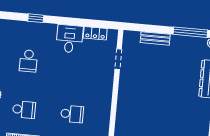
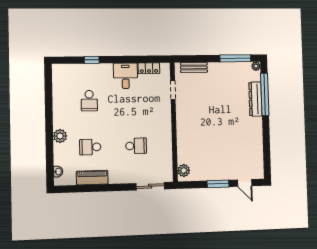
bench: (155, 38) -> (194, 67), moved
school desk: (24, 110) -> (90, 147), turned 180

